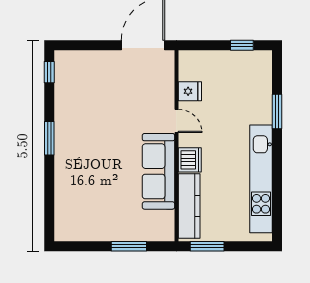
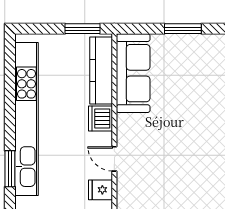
sofa: (158, 171) -> (133, 73), moved
kitchen unit: (261, 179) -> (26, 119), width x1.36
window: (129, 246) -> (183, 29), moved

